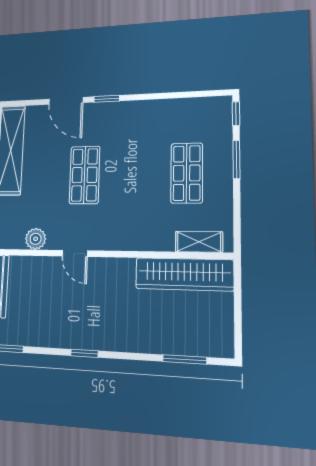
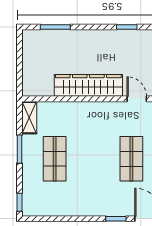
window: (236, 159) -> (19, 149), moved
shelving: (199, 242) -> (29, 118), moved, turned 90
wardrobe: (184, 274) -> (88, 85), moved

